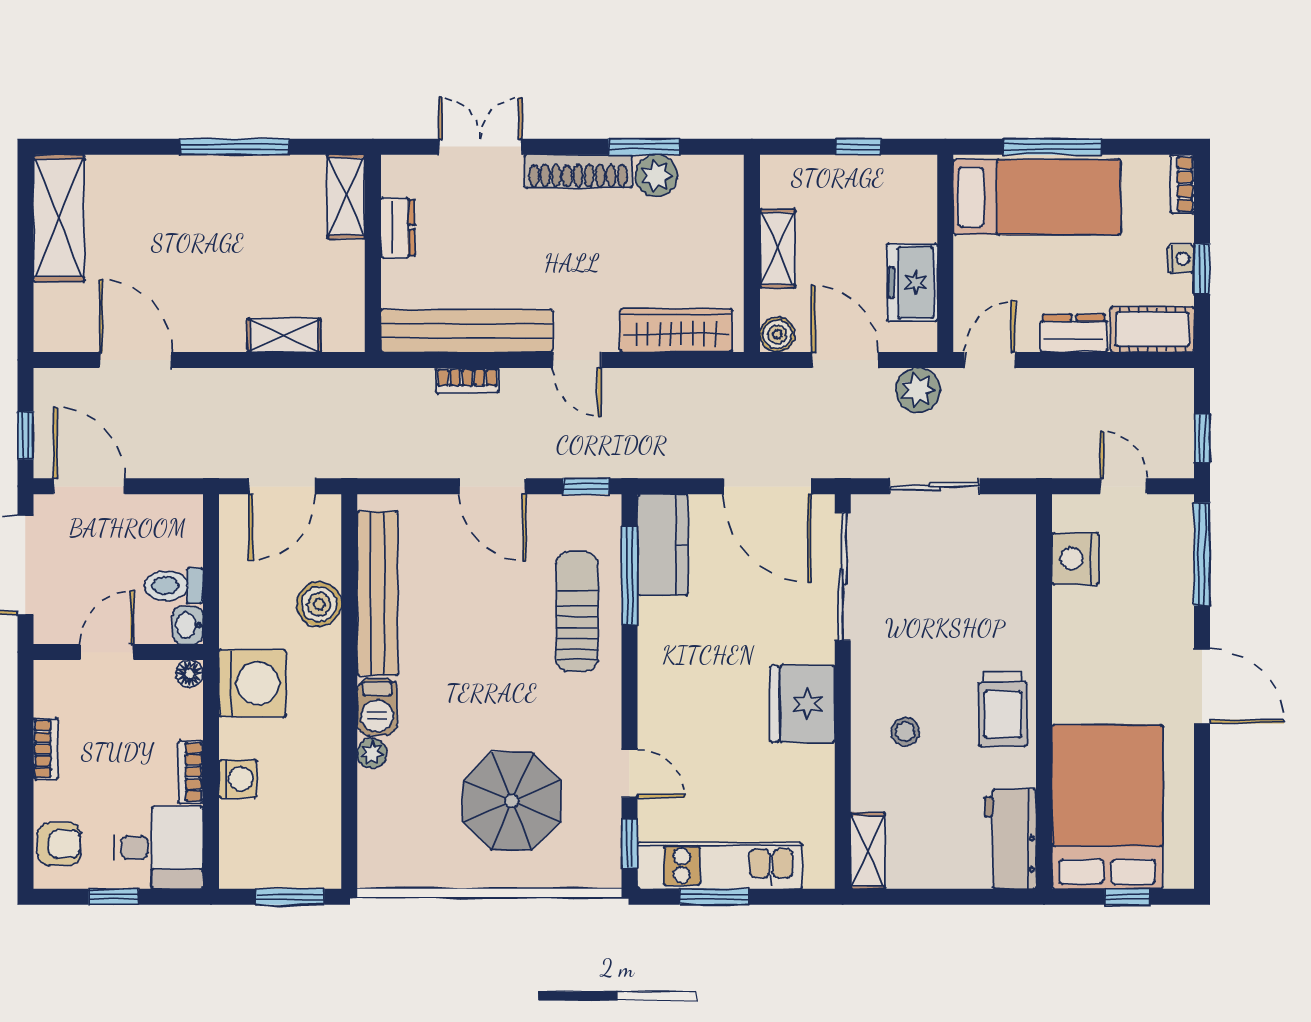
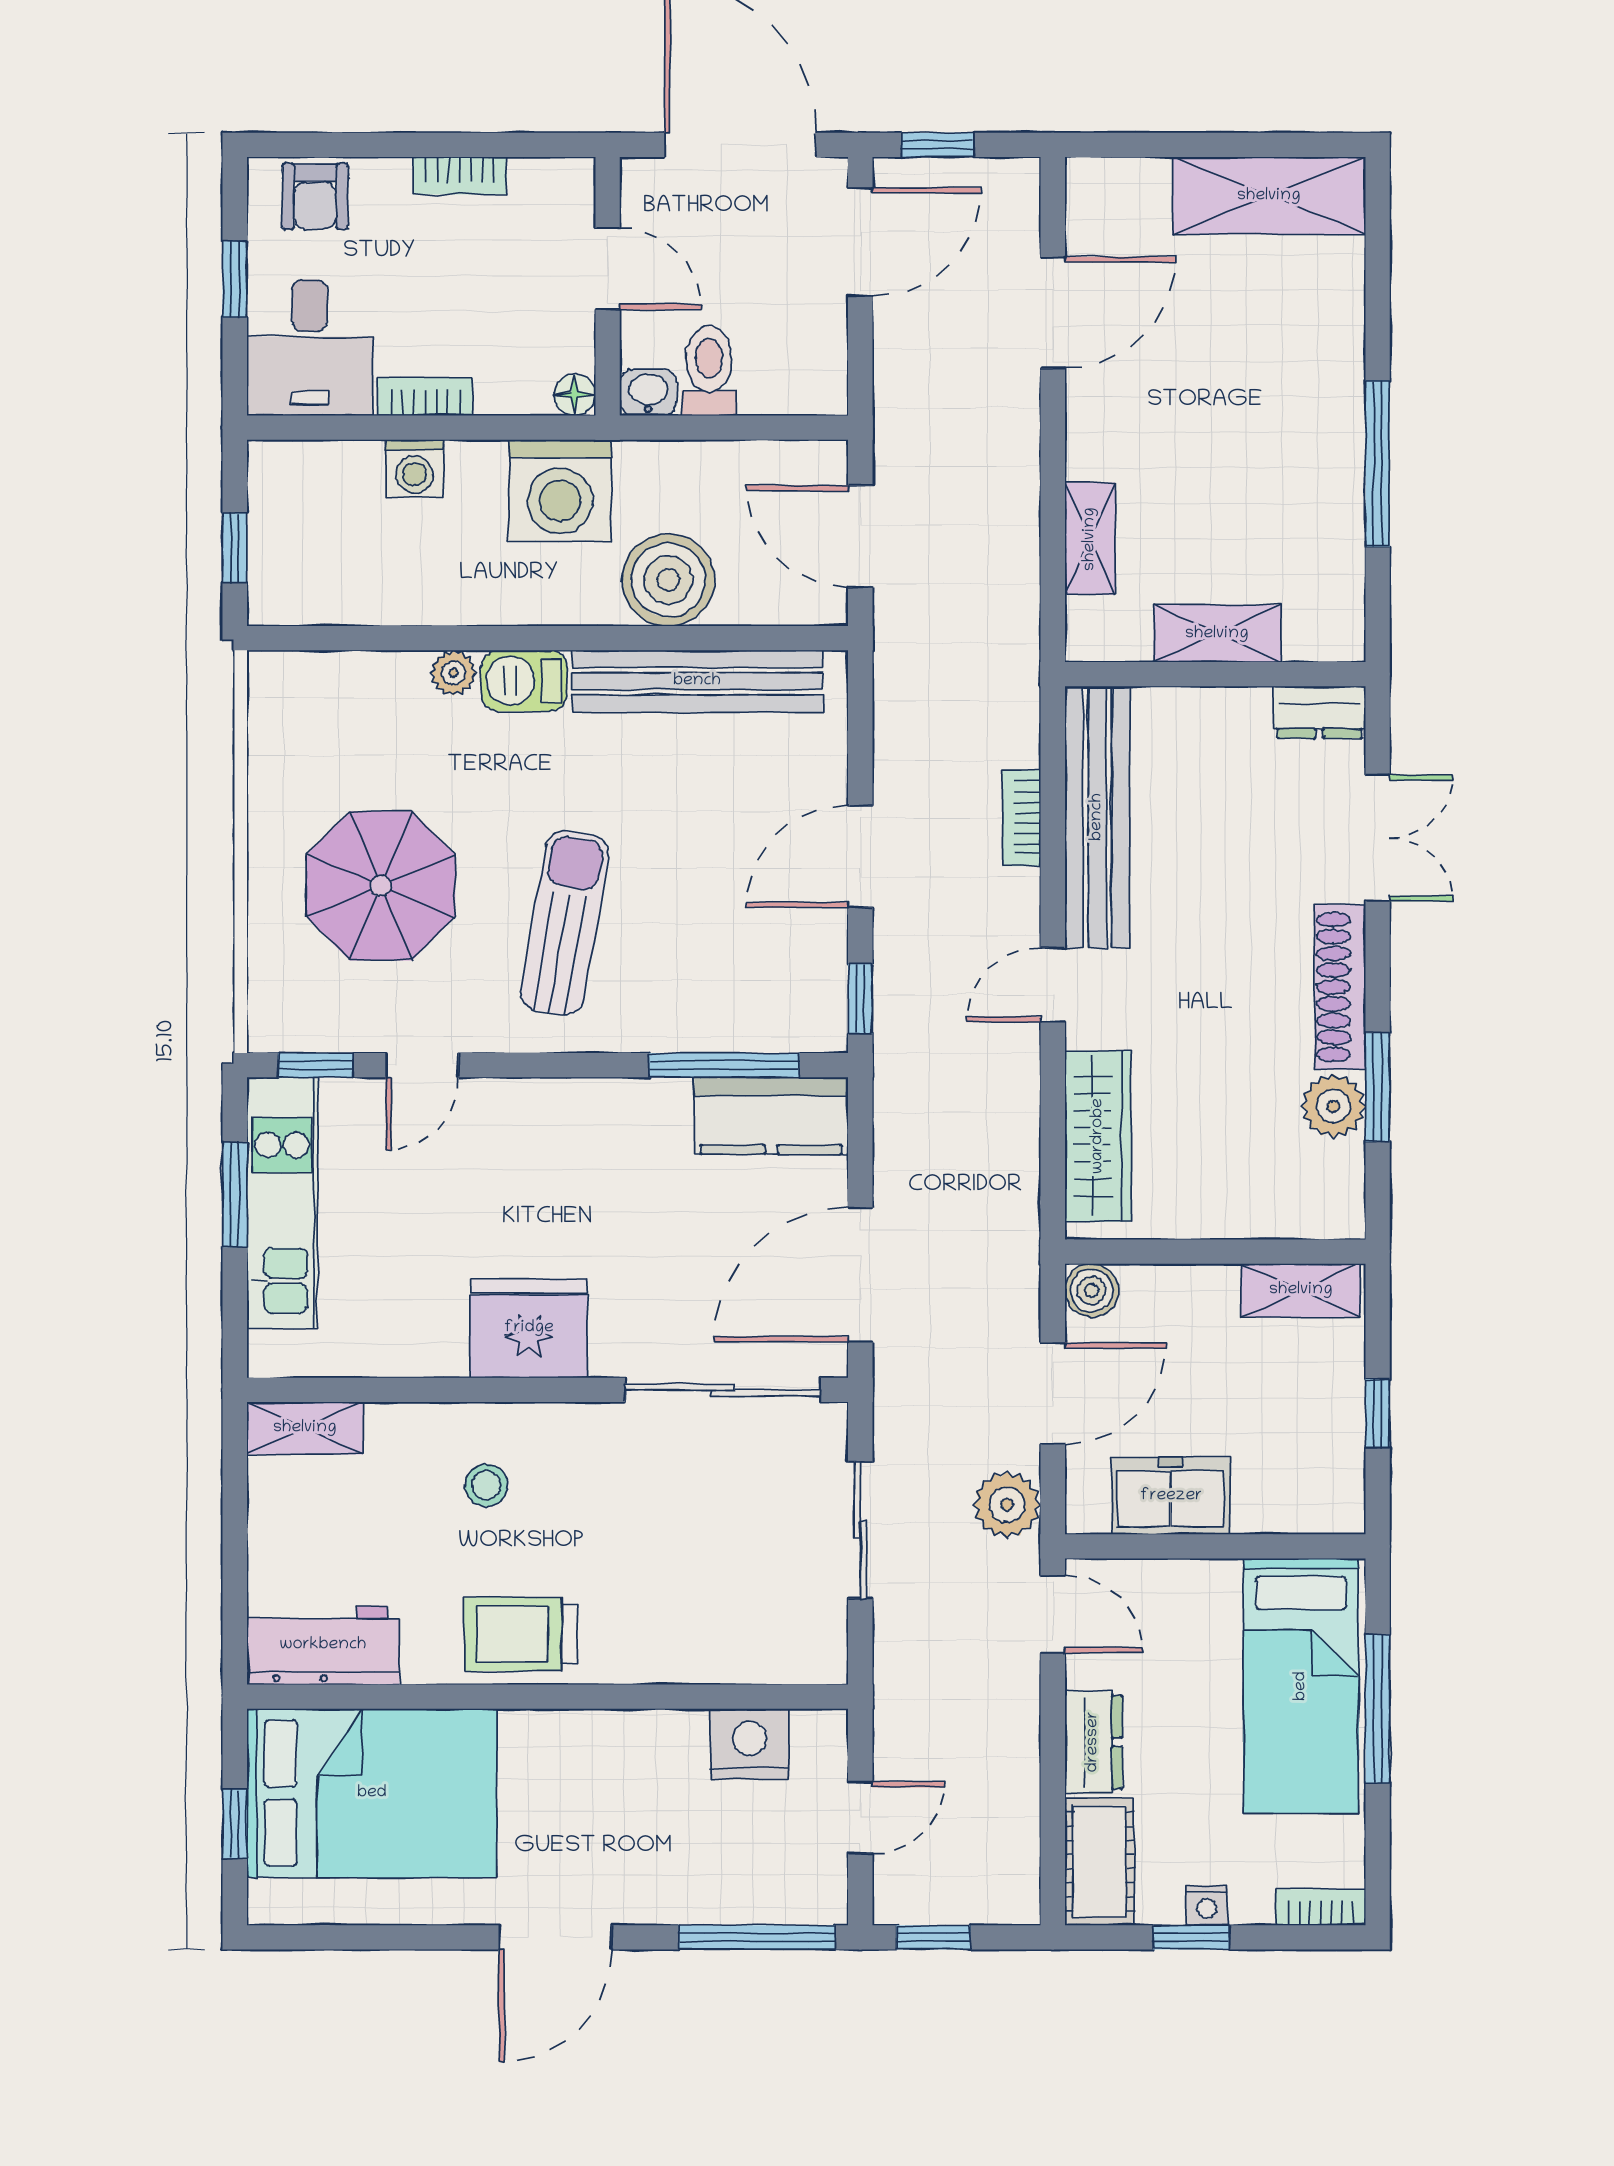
shelving: (346, 196) -> (1217, 634), moved
dresser: (398, 228) -> (1319, 712), moved
shelving: (777, 249) -> (1301, 1290), moved
boiler: (319, 604) -> (668, 580), width x1.37, depth x1.37
sun lounger: (577, 612) -> (565, 923), moved, turned -80
window: (290, 897) -> (235, 548), width x0.67

